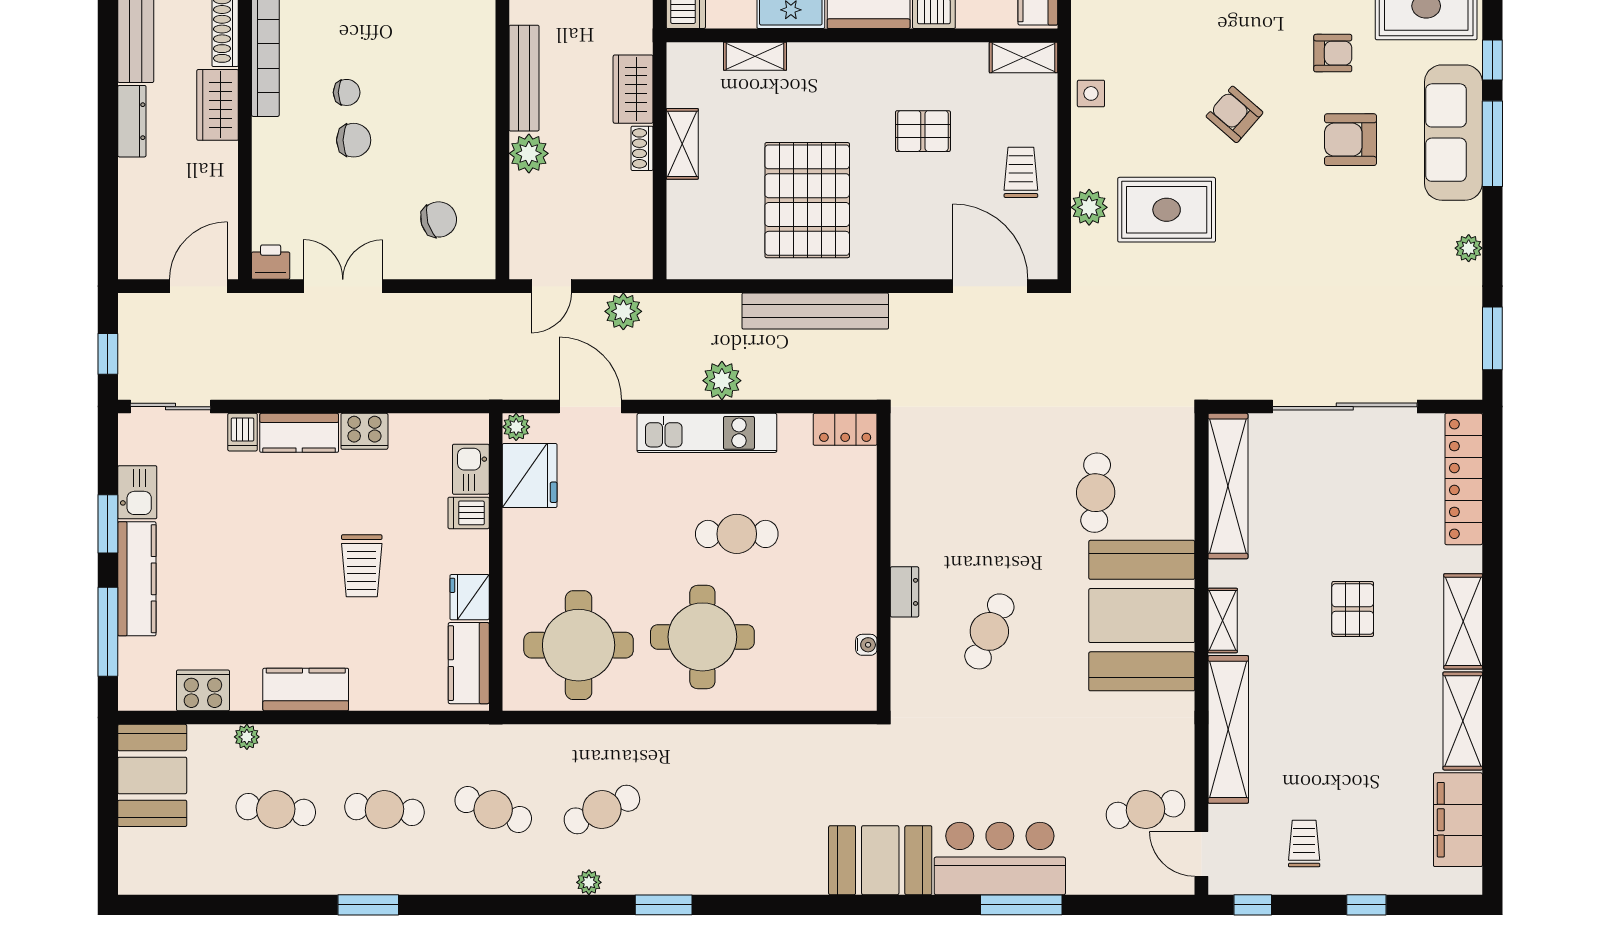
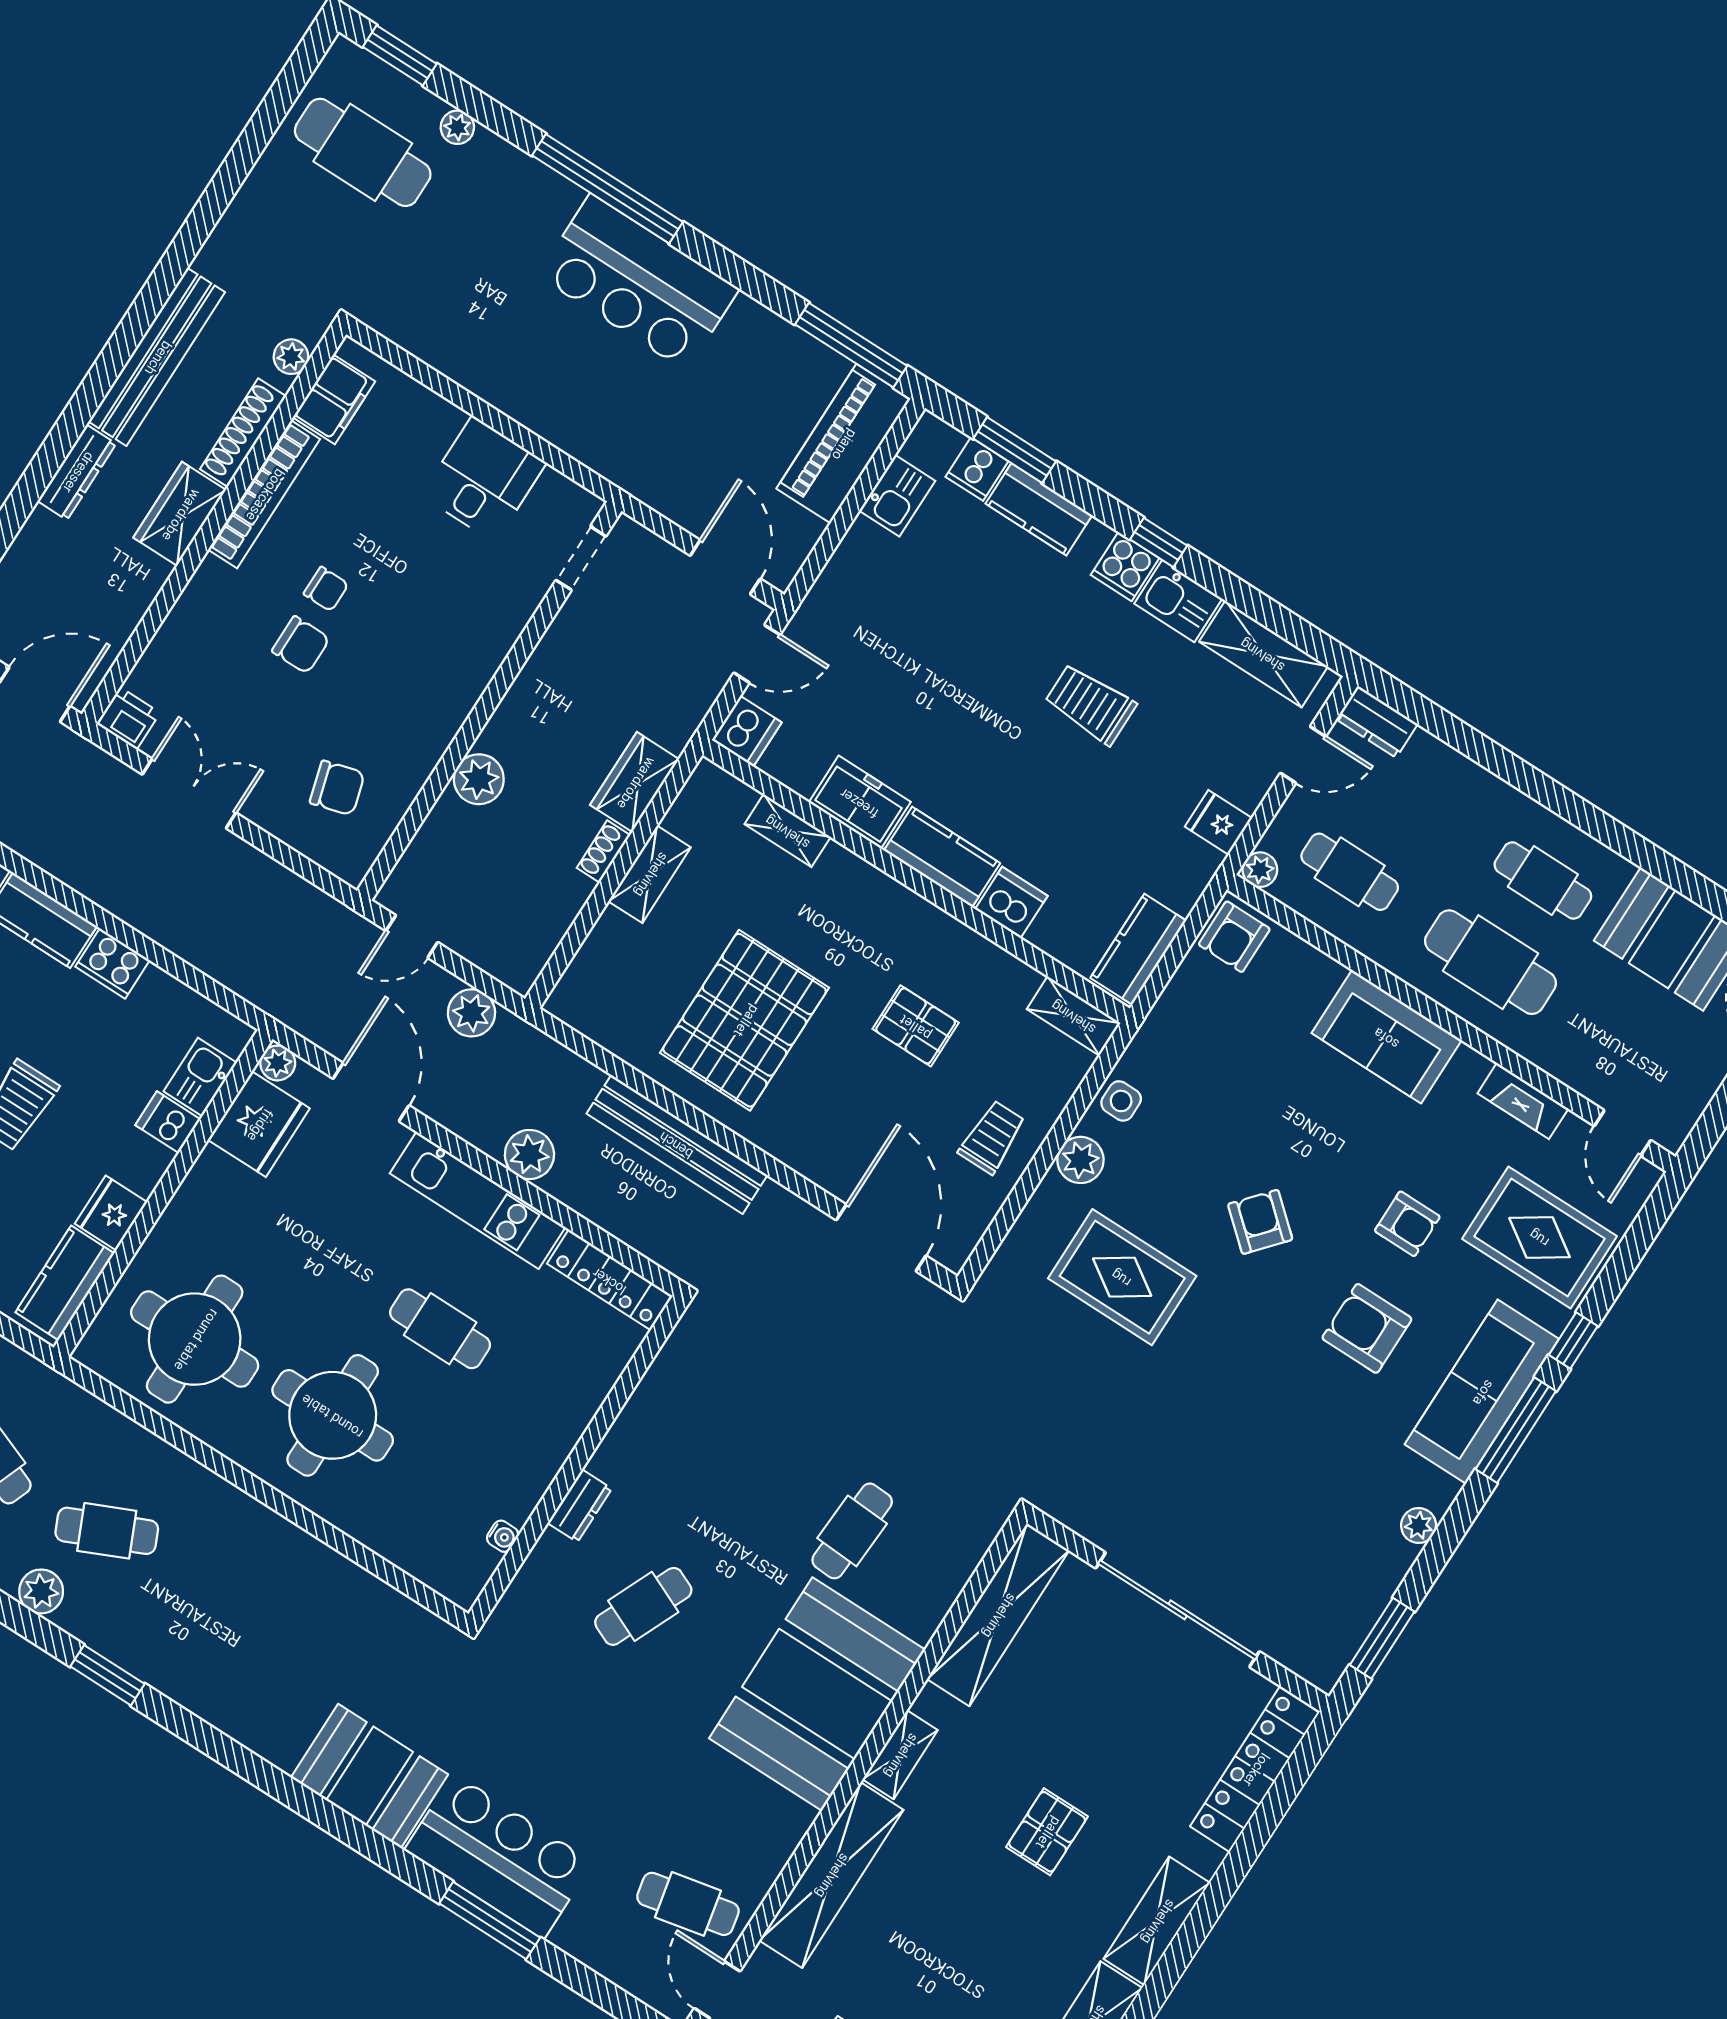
bench: (524, 78) -> (525, 695), removed
plant: (1089, 207) -> (1080, 1160), moved
locker: (845, 429) -> (610, 1280), width x1.53
plant: (589, 882) -> (41, 1591), width x1.38, depth x1.38

